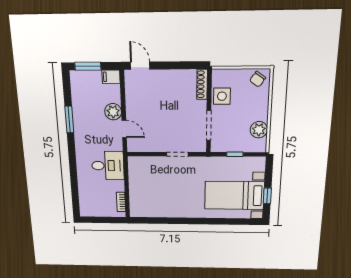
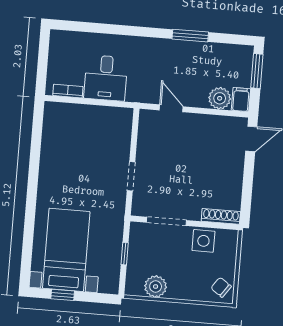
plant: (113, 112) -> (220, 98), moved
door: (124, 129) -> (171, 108), swing flipped
desk: (108, 166) -> (106, 78), moved

